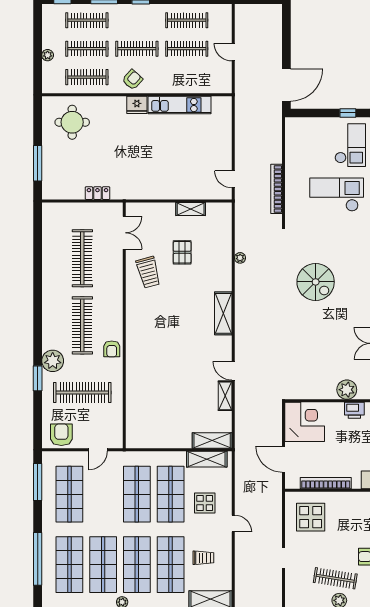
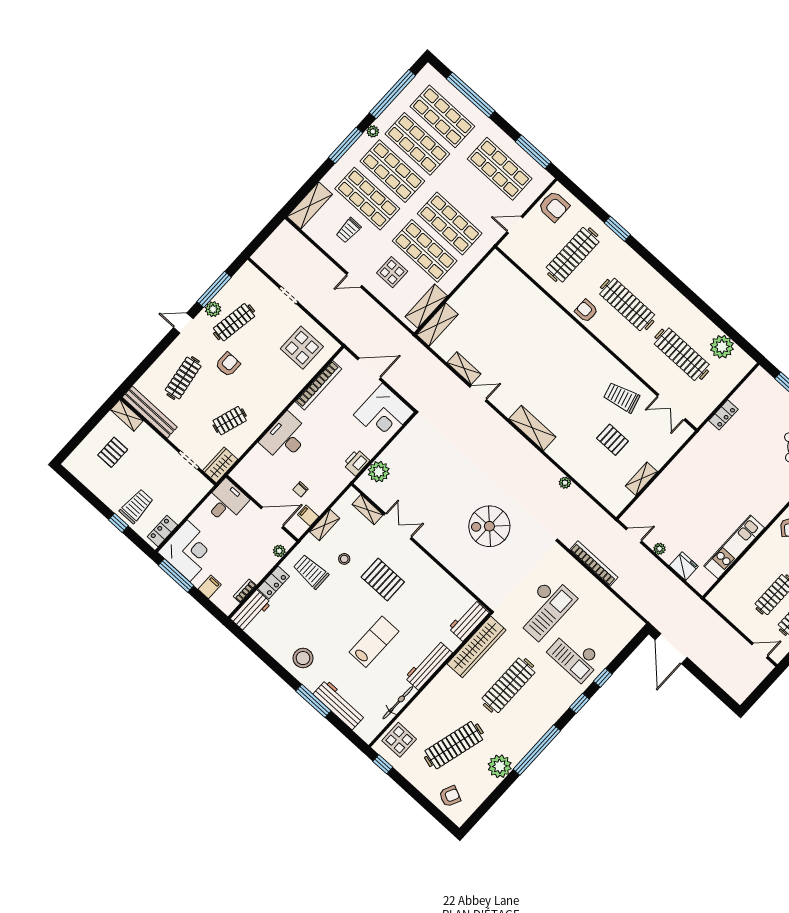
door: (233, 52) -> (760, 650), moved
fridge: (137, 105) -> (684, 566), moved, turned 90
plant: (226, 154) -> (660, 549), added
plant: (53, 361) -> (722, 347), moved
door: (98, 450) -> (515, 225), hinge flipped

